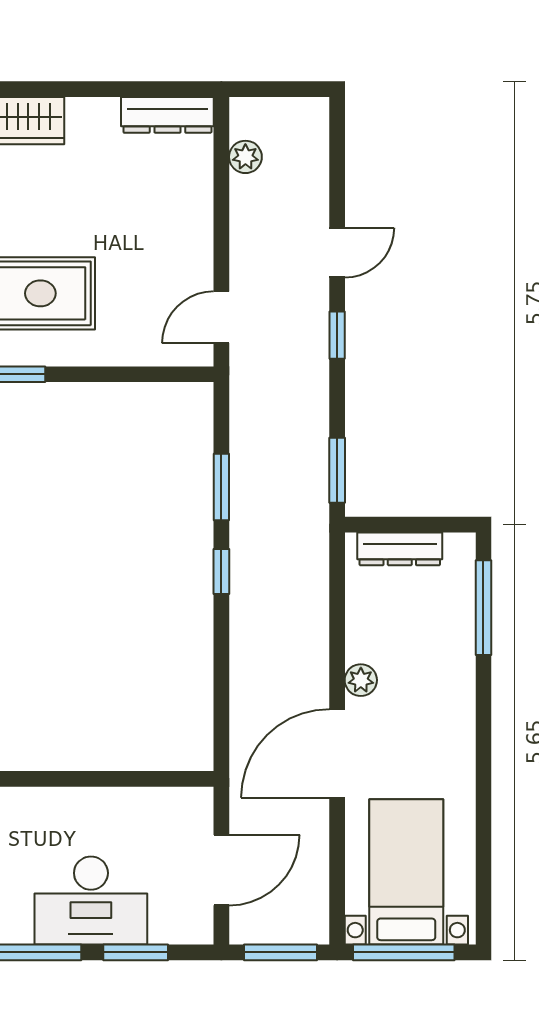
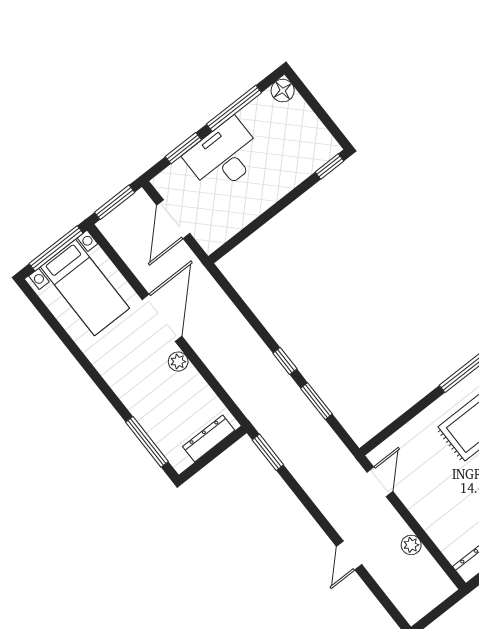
plant: (245, 157) -> (411, 545), moved
window: (337, 335) -> (318, 516), removed

